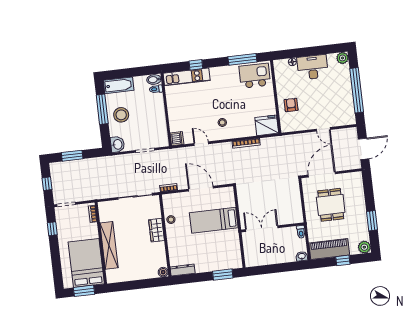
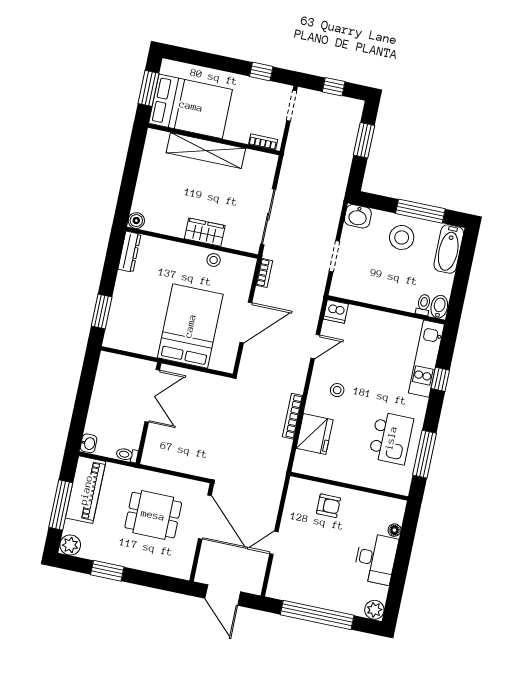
kitchen island: (255, 76) -> (391, 438), moved
fridge: (267, 125) -> (315, 434), moved
bed: (214, 220) -> (190, 326), width x1.50
window: (343, 260) -> (61, 505), width x2.17

